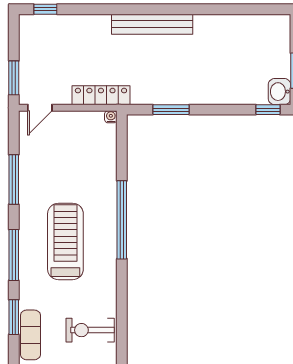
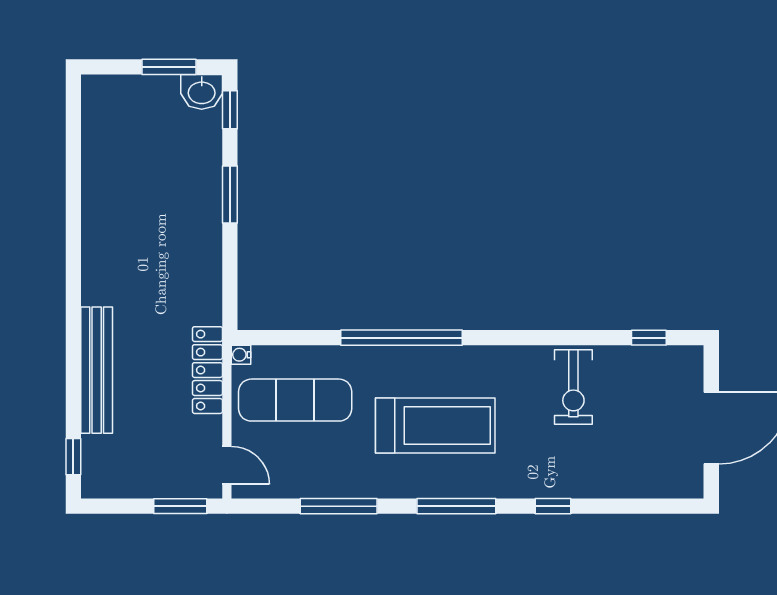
bench: (152, 24) -> (97, 370), moved
window: (171, 110) -> (230, 194), moved
treadmill: (65, 241) -> (435, 425), turned 180
window: (14, 317) -> (553, 506), width x0.67
exercise mat: (30, 335) -> (295, 400), moved, width x1.36, depth x1.45

